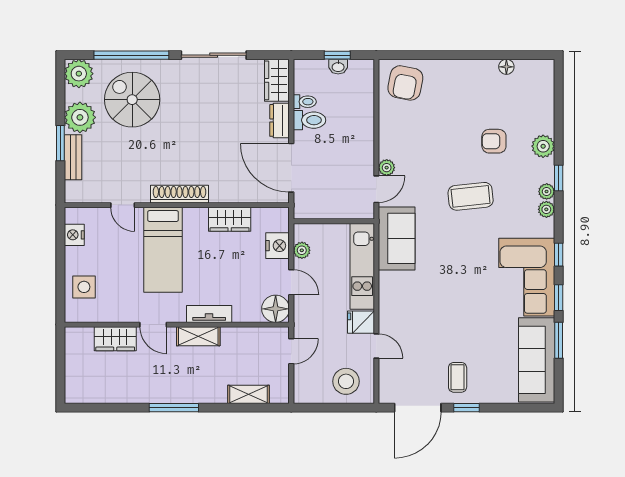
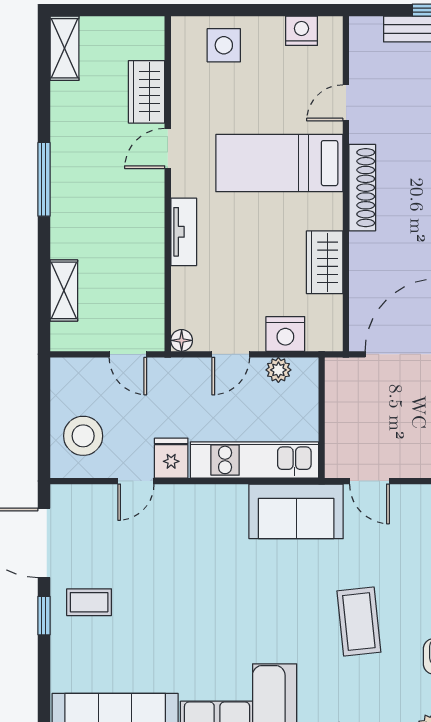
plant: (387, 168) -> (402, 496), removed
floor lamp: (276, 309) -> (182, 340), width x0.53, depth x0.53
shelving: (198, 336) -> (64, 48), moved

